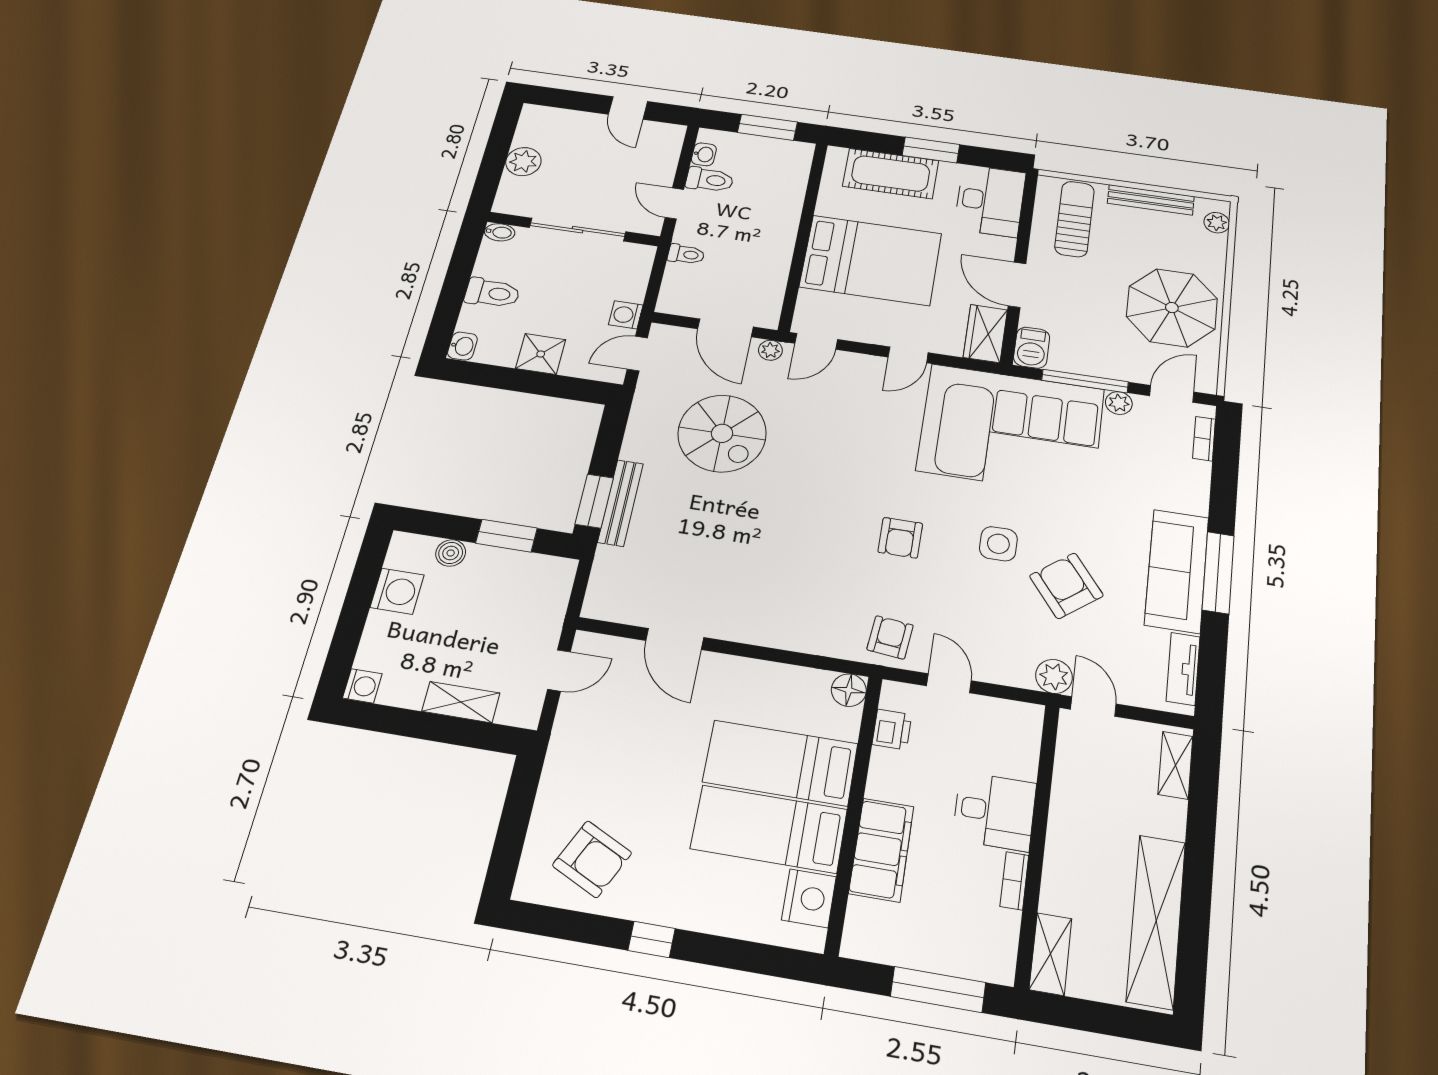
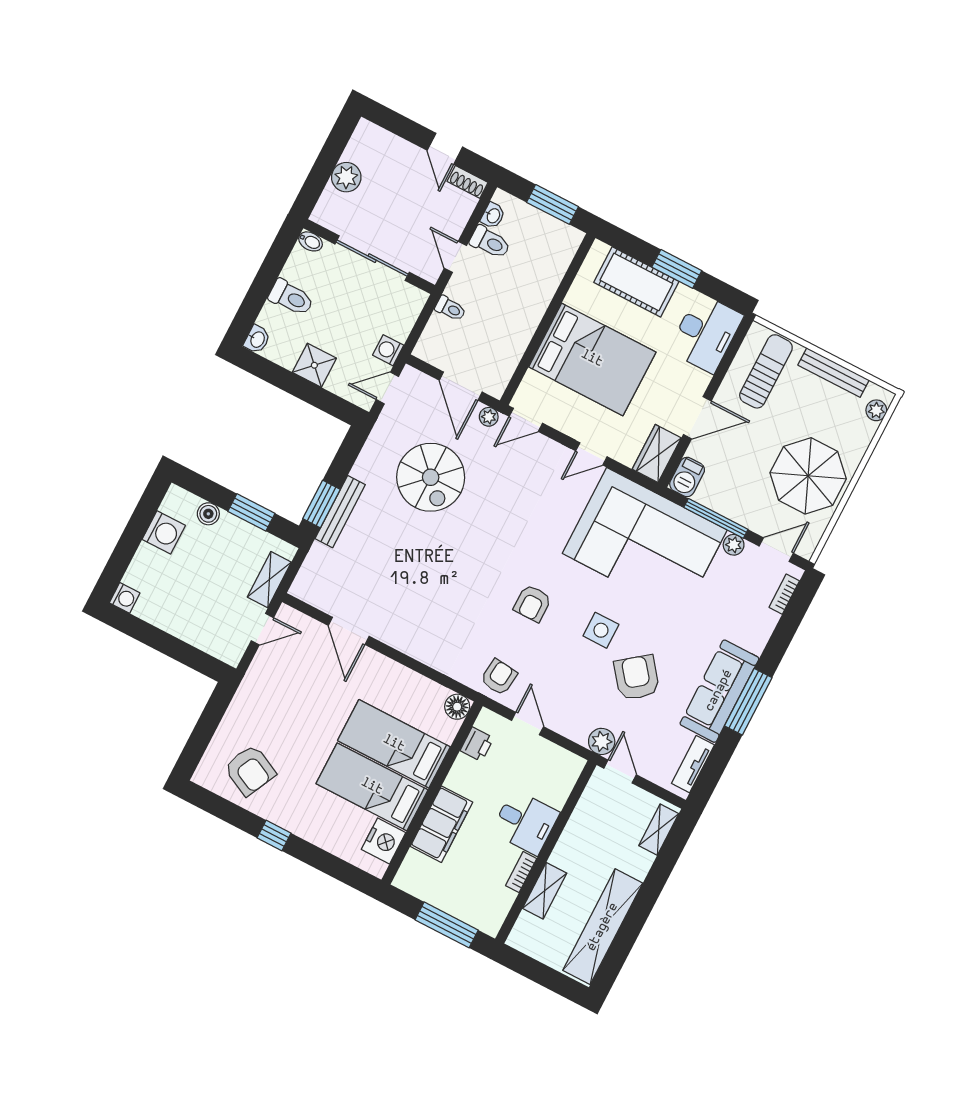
shoe rack: (664, 131) -> (468, 182), added
door: (1017, 285) -> (697, 418), swing flipped
shelving: (461, 702) -> (269, 580), moved, turned 90
shelving: (1051, 954) -> (545, 891), moved

